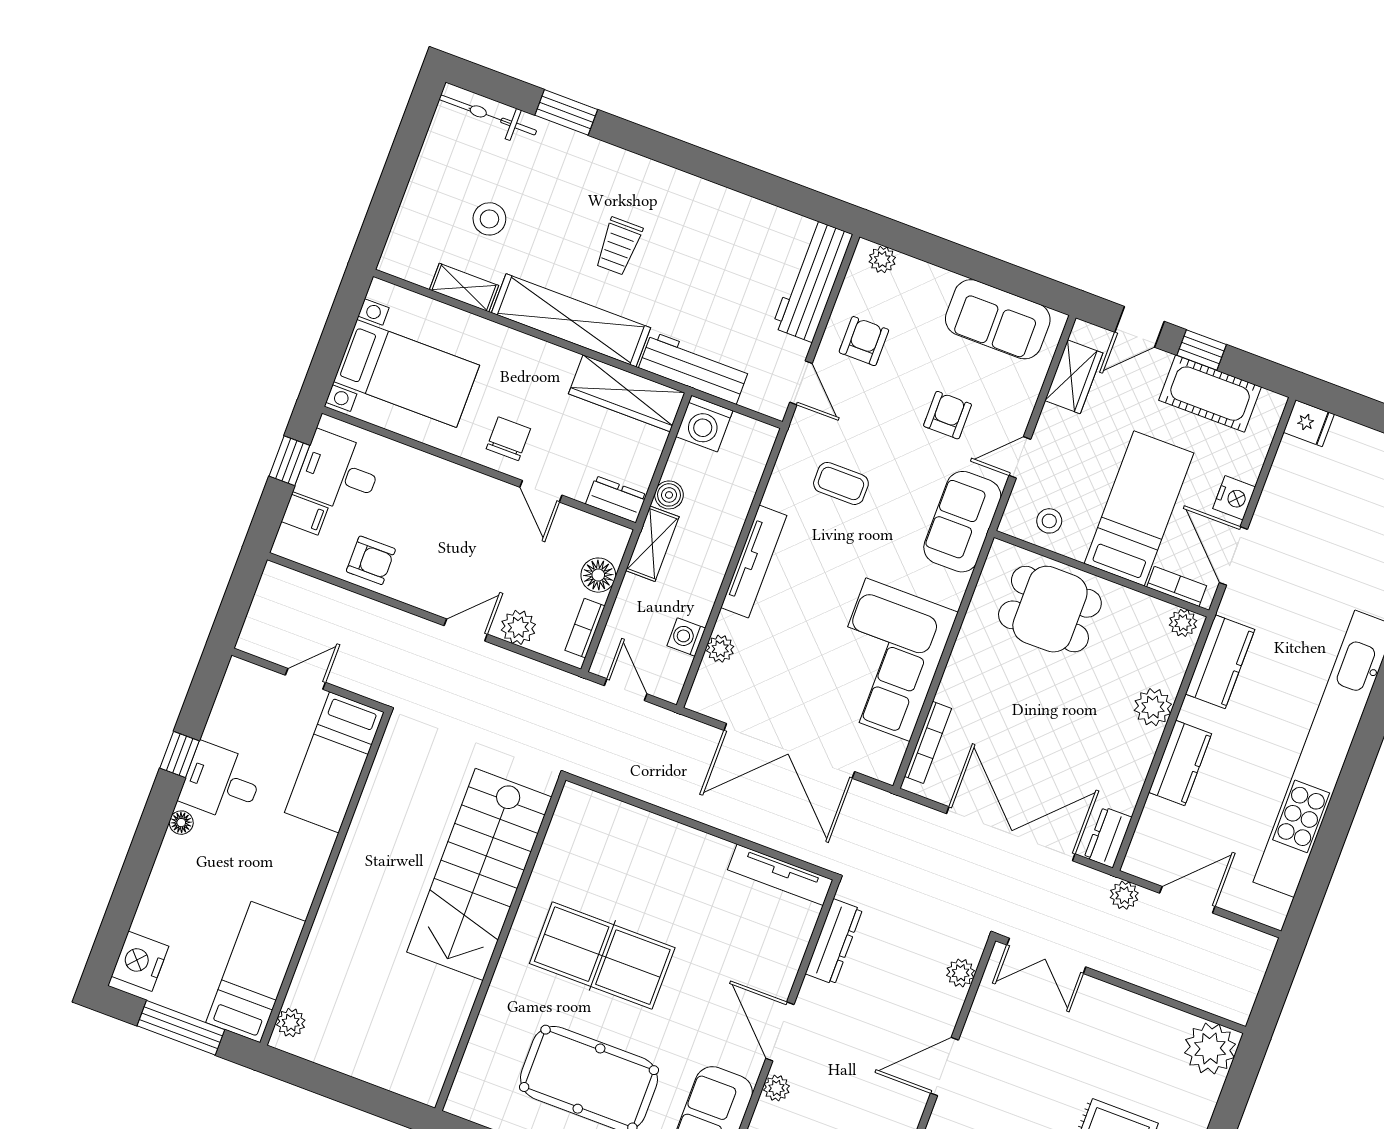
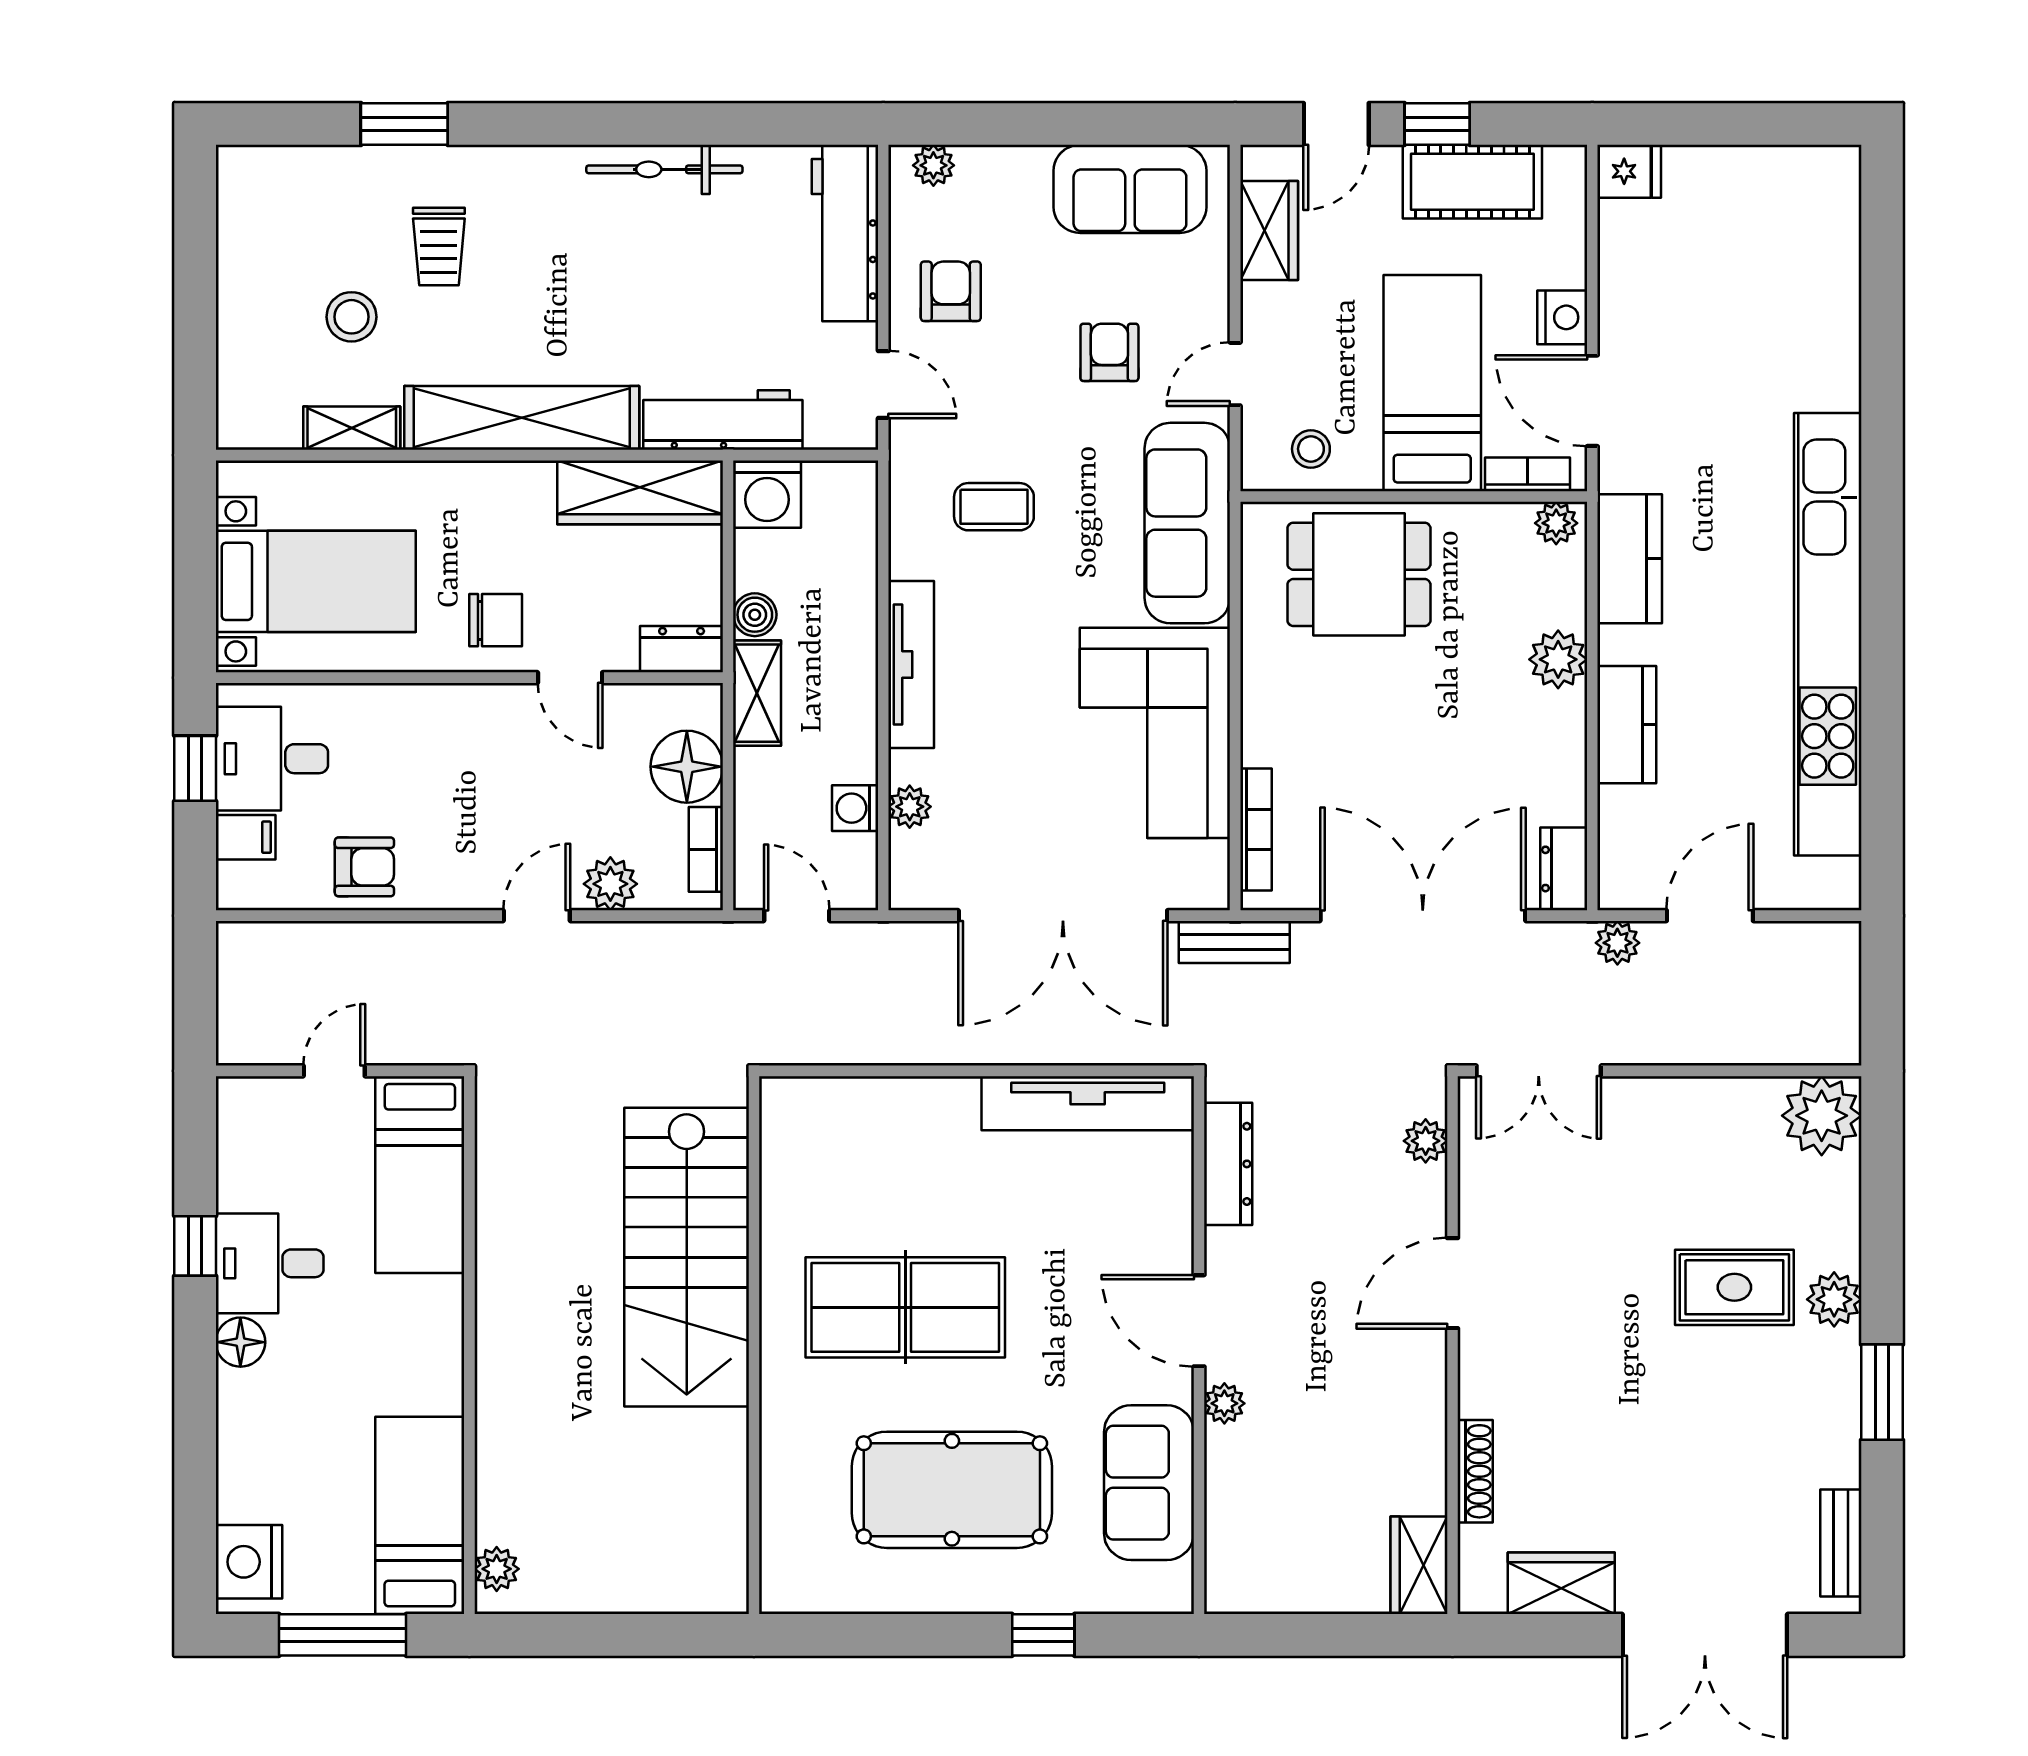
bicycle: (488, 115) -> (664, 169), moved
trolley: (619, 246) -> (439, 246), moved
chair: (508, 439) -> (496, 620), turned 90
sofa: (962, 522) -> (1187, 523), width x1.36
floor lamp: (598, 575) -> (687, 767), width x1.38, depth x1.38
bench: (889, 807) -> (1234, 942), added
floor lamp: (181, 823) -> (240, 1342), width x1.37, depth x1.37
tv unit: (780, 875) -> (1088, 1103), width x1.36, depth x1.29

